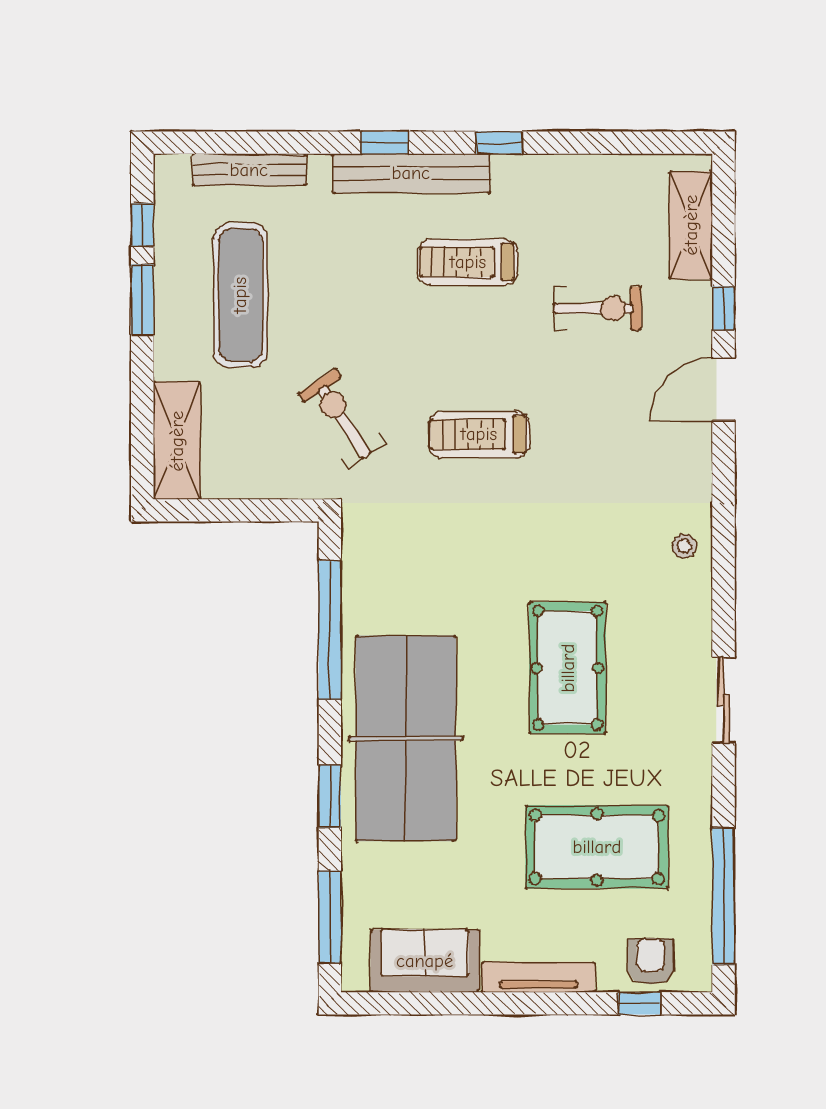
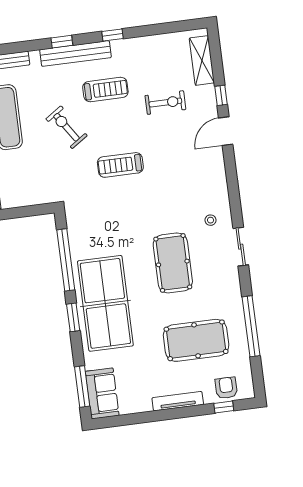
treadmill: (468, 262) -> (105, 89), turned 180
exercise bike: (342, 418) -> (66, 127), moved
stool: (684, 546) -> (211, 220), moved
sliding door: (723, 700) -> (241, 247), moved
window: (330, 796) -> (73, 317), moved
window: (723, 896) -> (251, 326), moved
sofa: (425, 961) -> (102, 393), moved, turned 90

